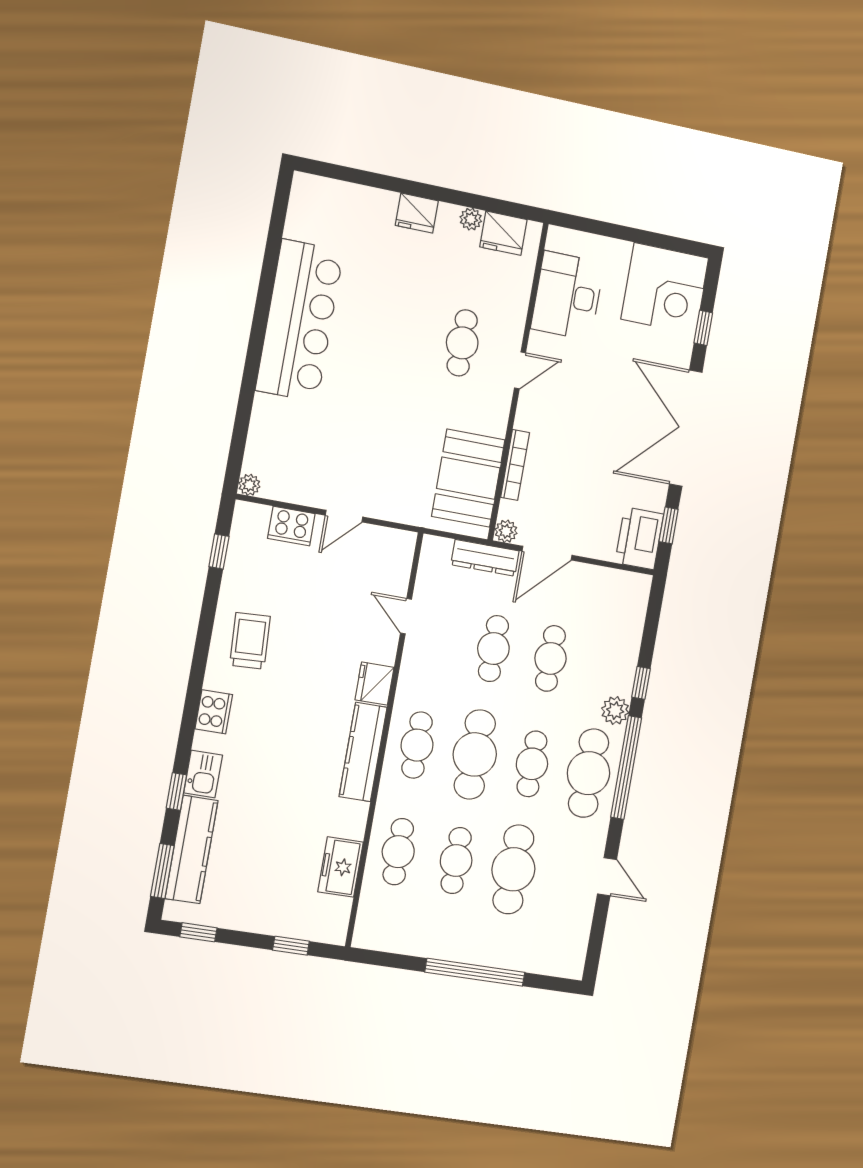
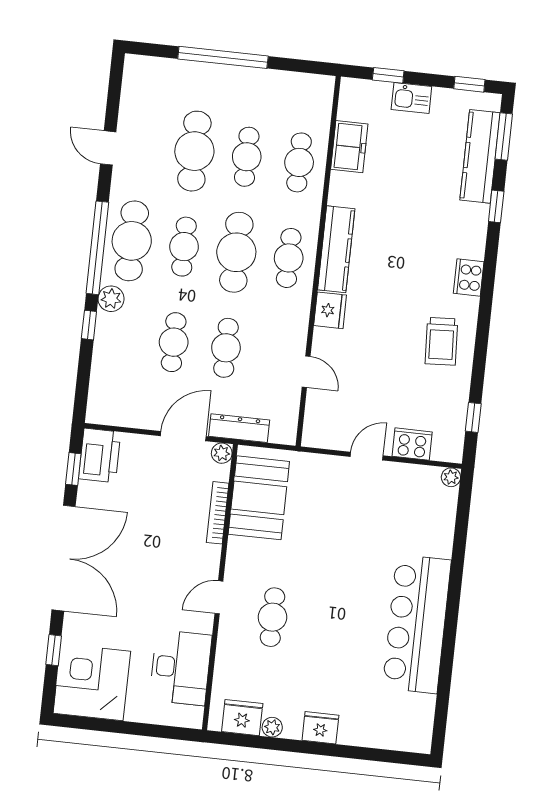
kitchen sink: (203, 774) -> (411, 98), moved, turned -90

